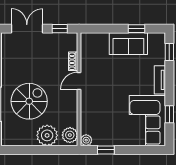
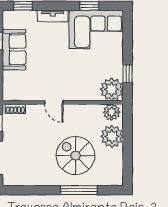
shoe rack: (73, 61) -> (15, 109), moved
plant: (86, 140) -> (112, 89), width x1.88, depth x1.88

